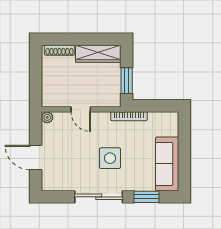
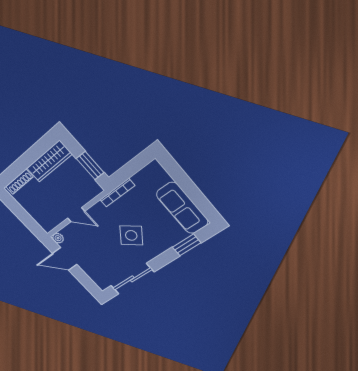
door: (36, 158) -> (65, 259), moved
side table: (110, 158) -> (131, 235), turned 37
sliding door: (99, 197) -> (132, 279), moved

